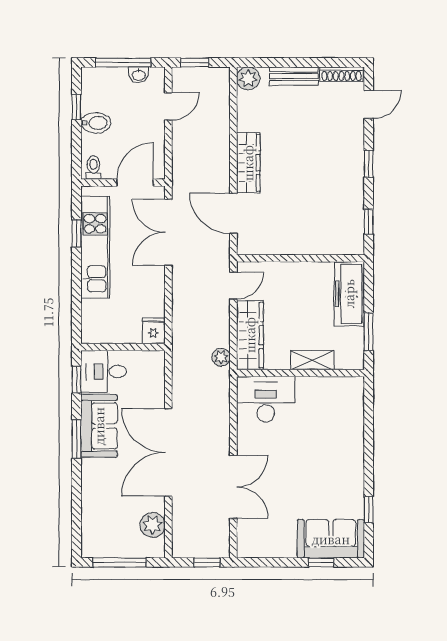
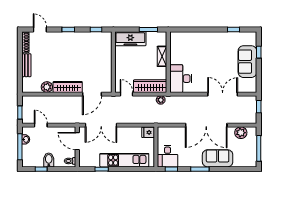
plant: (248, 78) -> (47, 87), moved
kitchen unit: (95, 247) -> (124, 160), moved
sofa: (99, 426) -> (218, 158), moved
sofa: (331, 539) -> (247, 62), moved

